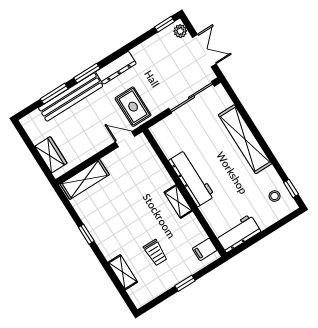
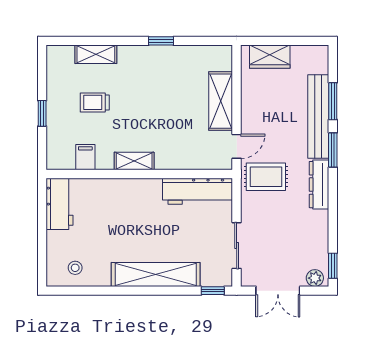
sliding door: (192, 97) -> (237, 246), width x0.73
workbench: (192, 178) -> (198, 191), moved
shelving: (85, 179) -> (221, 101), moved
window: (291, 188) -> (213, 291), moved
filing cabinet: (205, 249) -> (85, 157), moved

